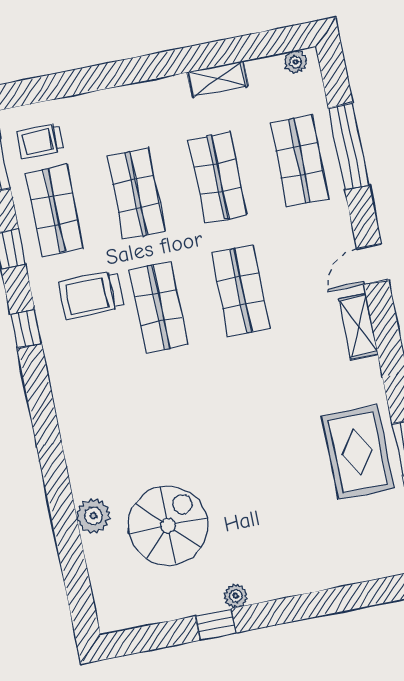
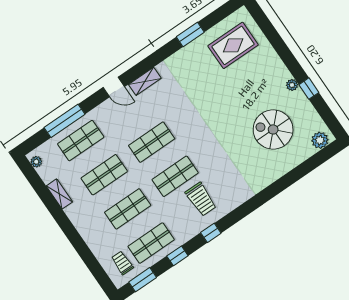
trolley: (40, 141) -> (122, 263), turned 180
trolley: (91, 295) -> (201, 199), moved
rug: (358, 452) -> (233, 45), moved
plant: (93, 516) -> (320, 140), moved

